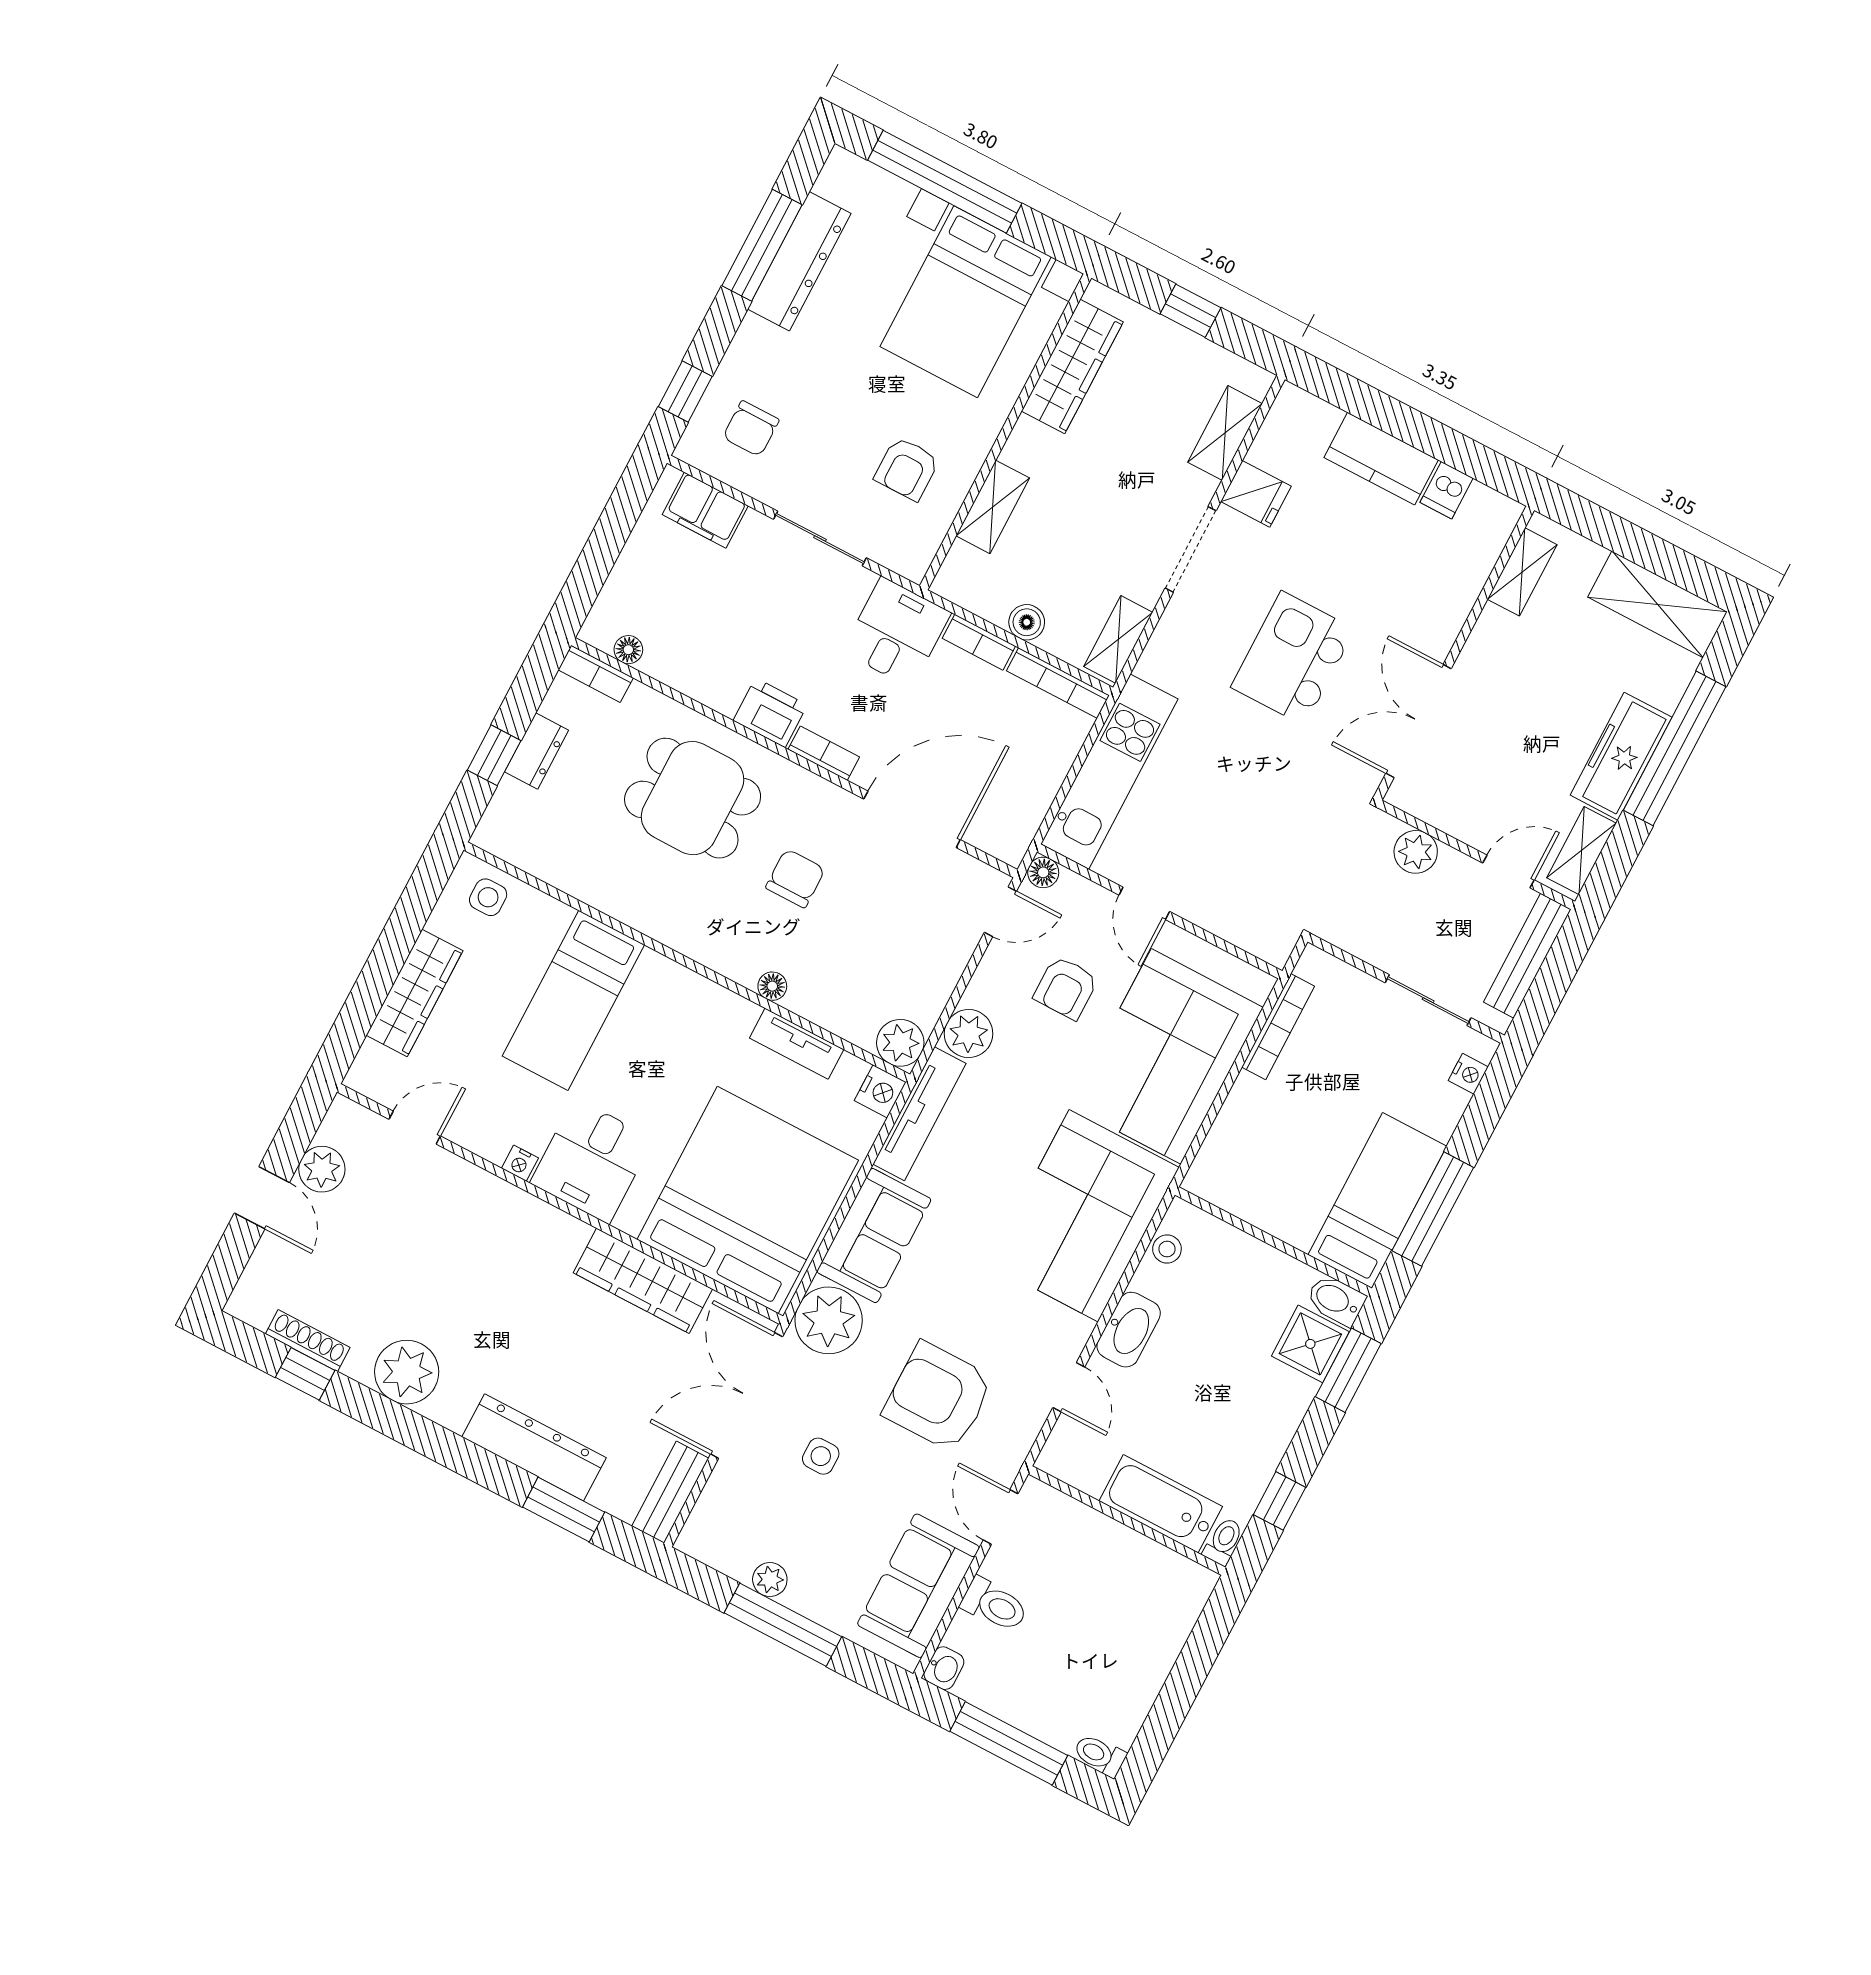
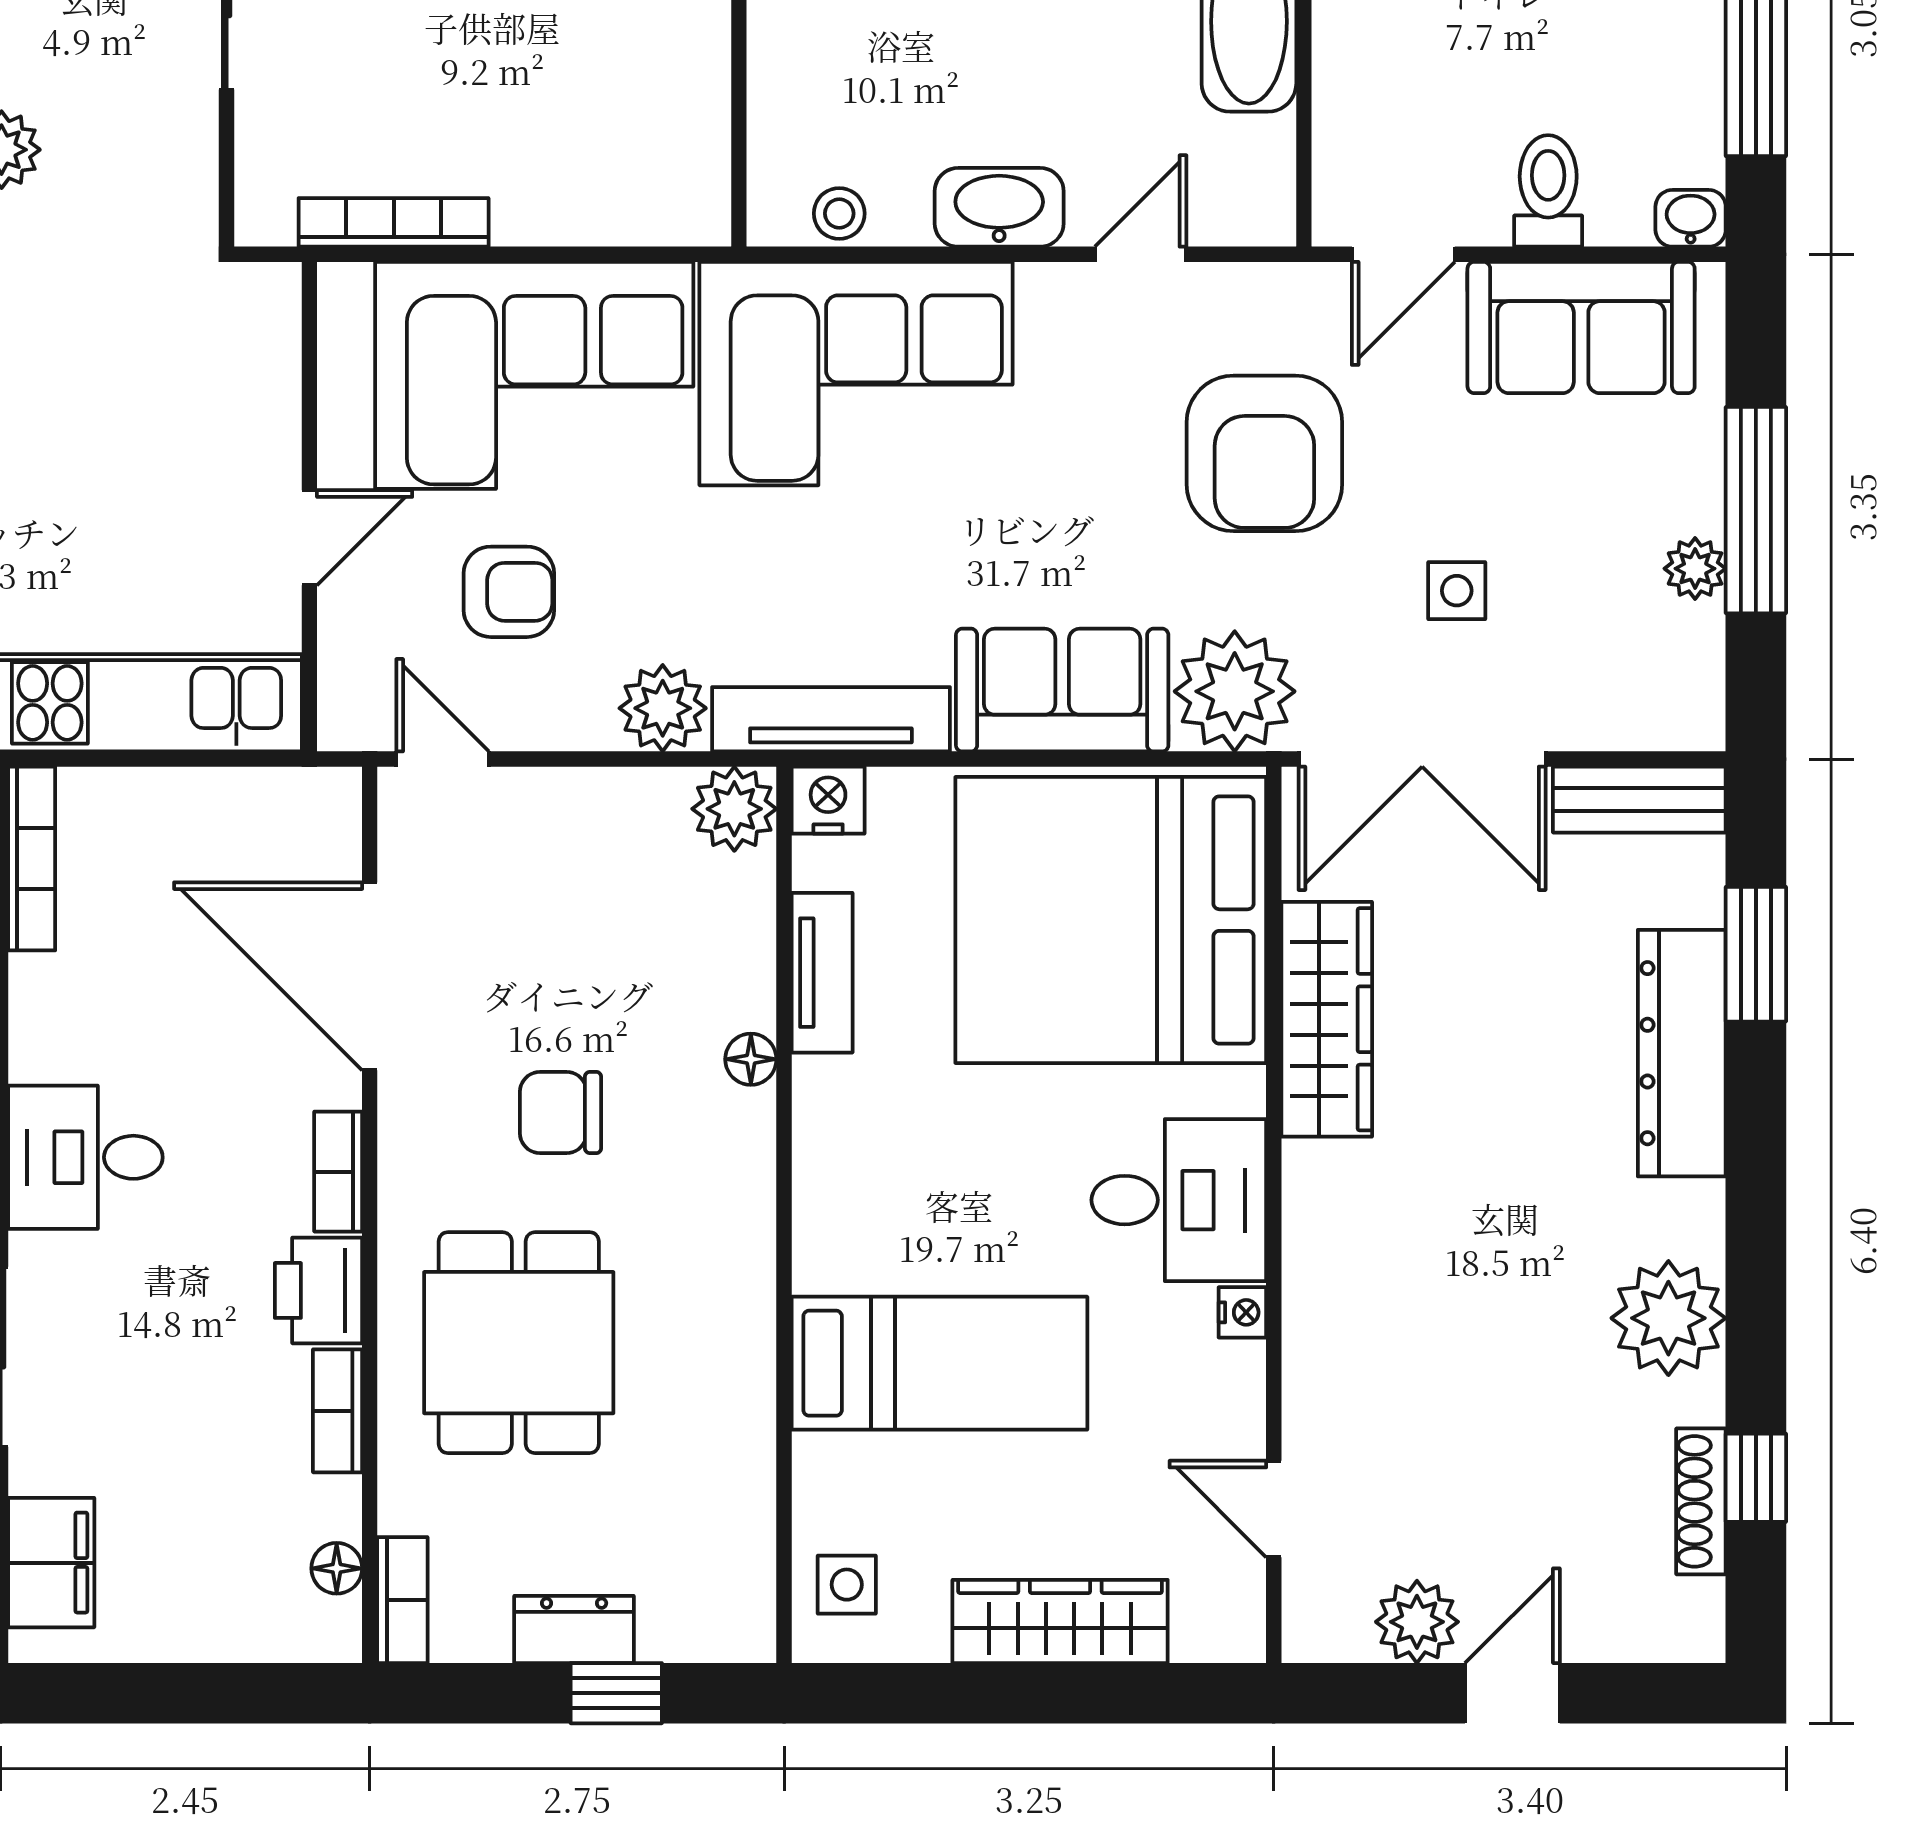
bookcase: (979, 642) -> (338, 1411), moved, turned 180
floor lamp: (1043, 872) -> (345, 724), removed

